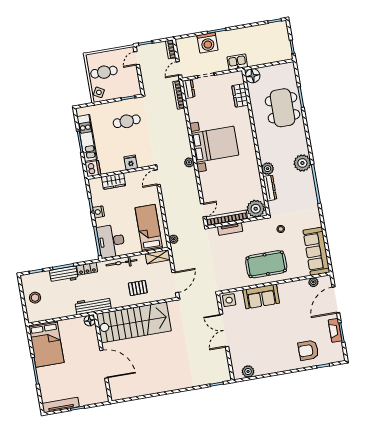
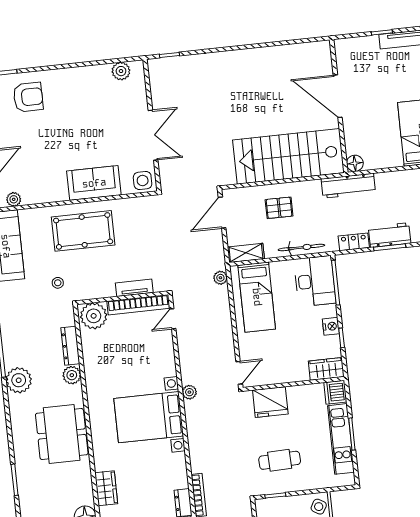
dining table: (282, 108) -> (62, 434), moved
fridge: (131, 162) -> (270, 402), width x1.88, depth x1.34
wardrobe: (114, 181) -> (326, 369), moved

